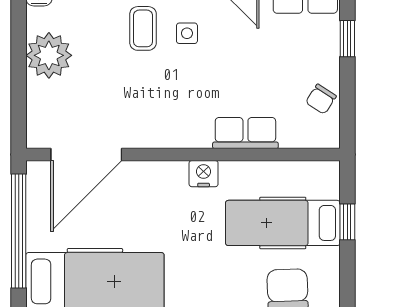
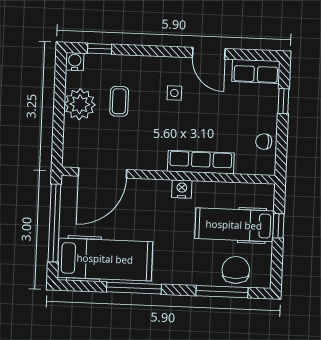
coffee table: (143, 28) -> (119, 101), moved
chair: (321, 99) -> (264, 142), turned 57
row of seats: (245, 133) -> (201, 162), width x1.48

